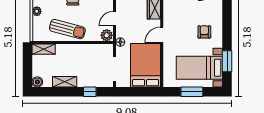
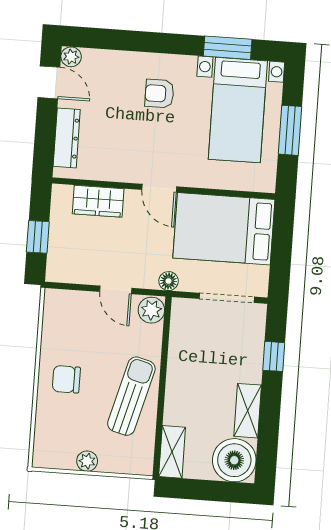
boiler: (37, 82) -> (234, 460), width x1.86, depth x1.86

